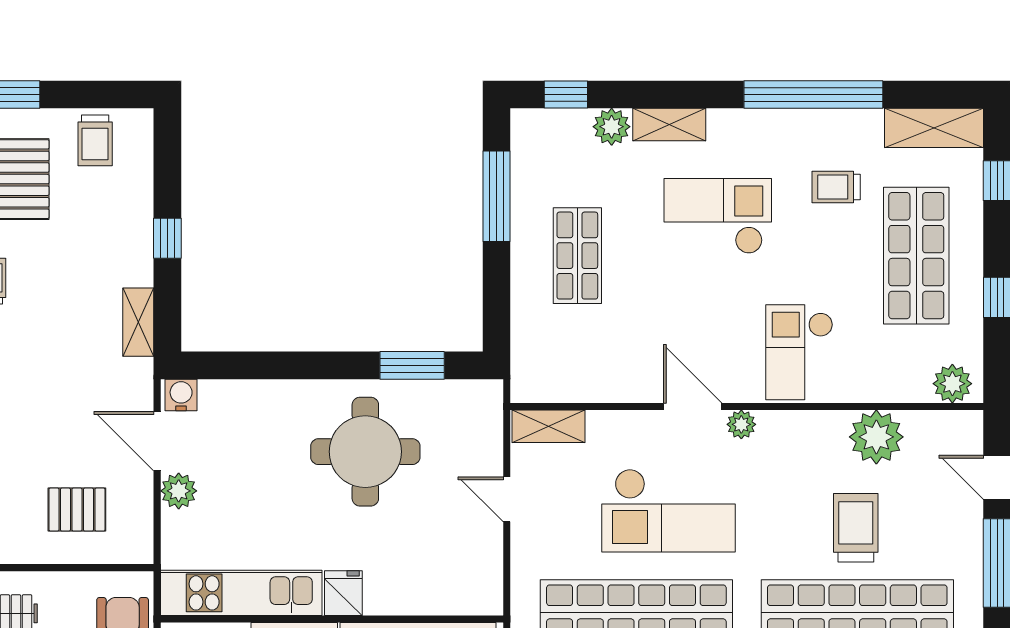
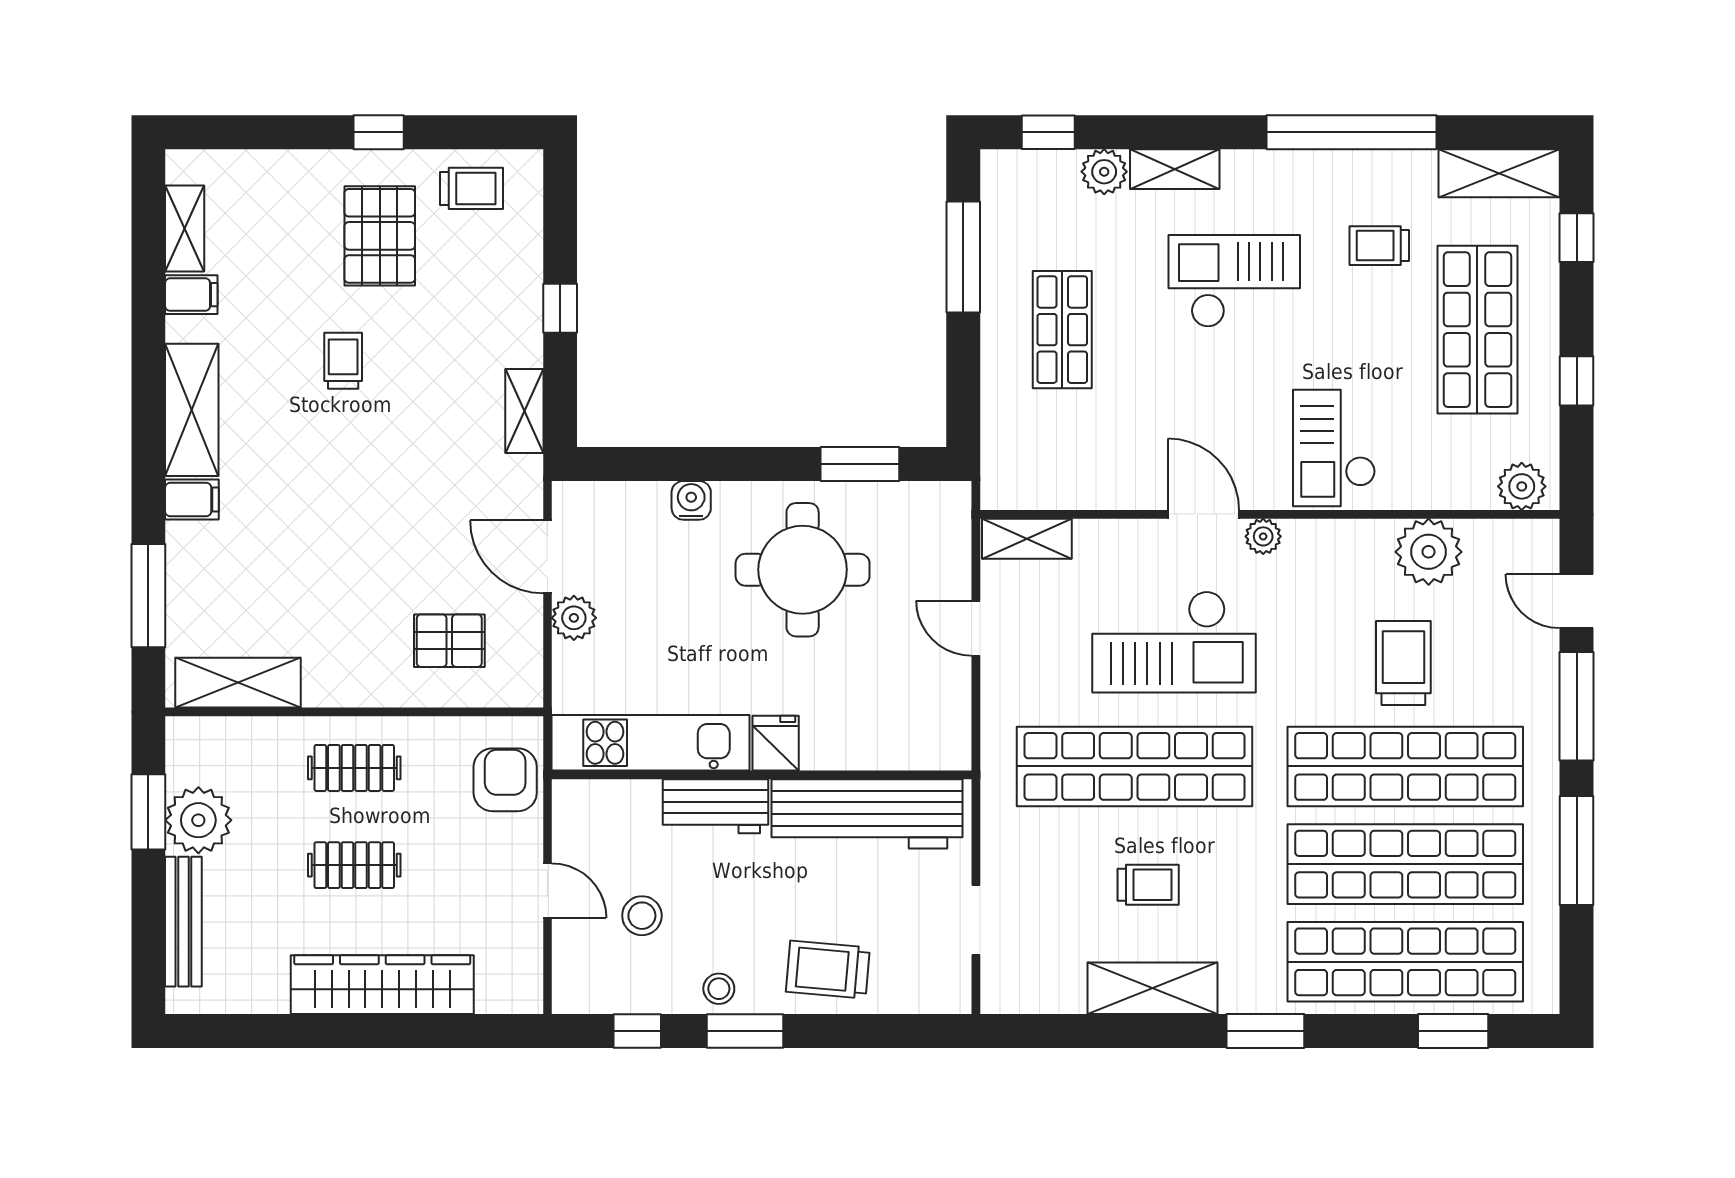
trolley: (95, 140) -> (471, 188), turned -90
water cooler: (181, 395) -> (691, 500), moved

